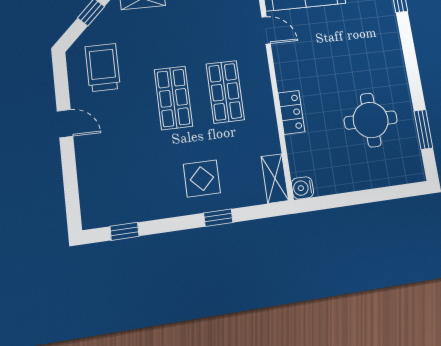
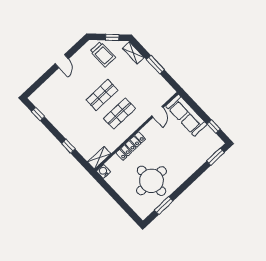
trolley: (103, 67) -> (103, 54), moved, turned 90
locker: (291, 112) -> (131, 146), width x1.53
round table: (371, 120) -> (151, 181), width x1.36, depth x1.36
display table: (202, 179) -> (79, 129), removed

